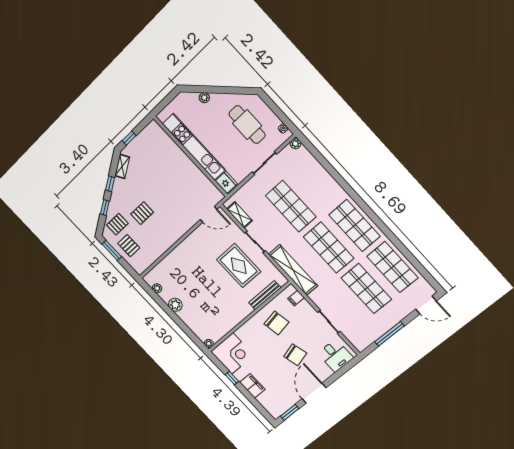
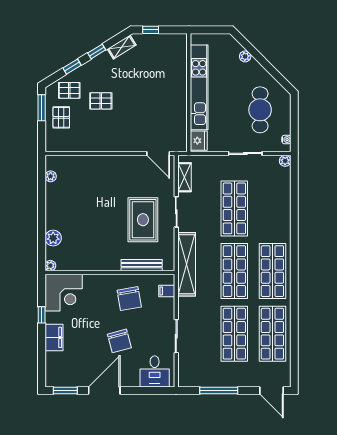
plant: (175, 305) -> (53, 238), moved

